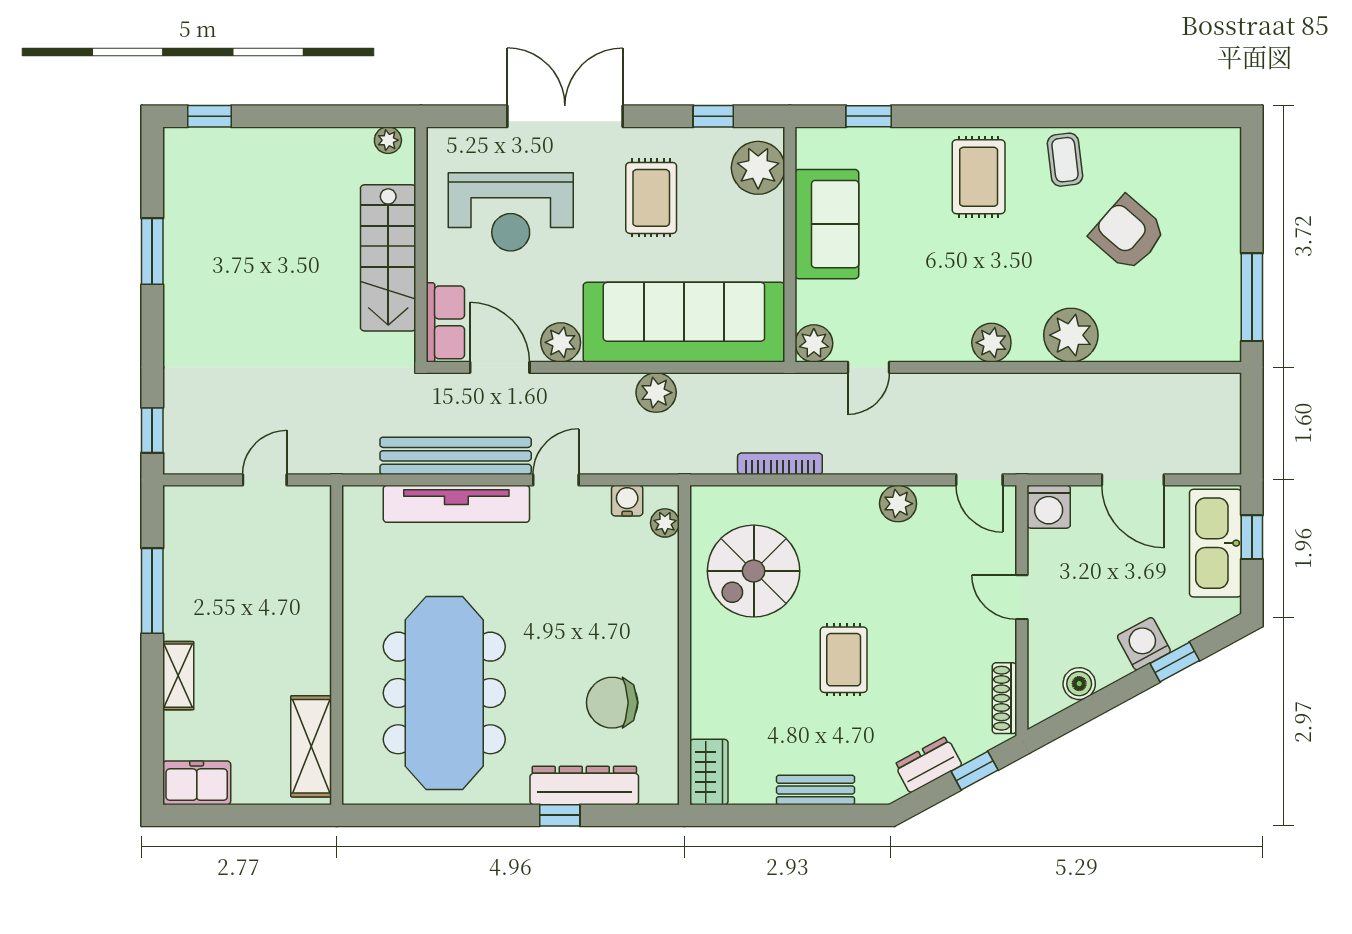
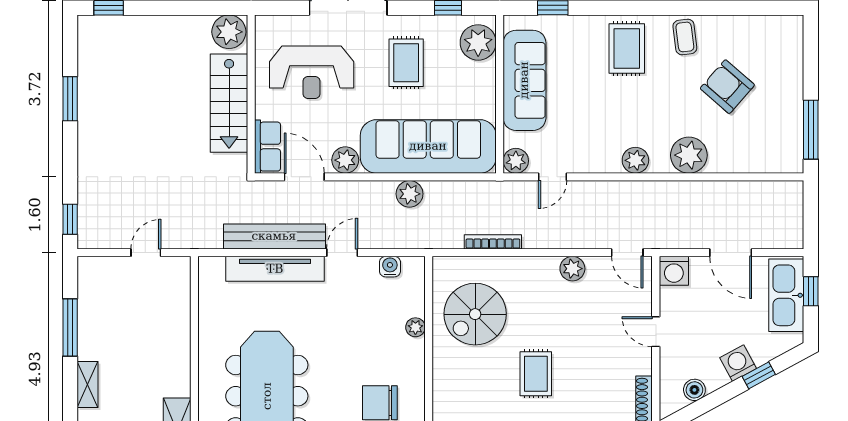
plant: (388, 140) -> (229, 32), width x1.88, depth x1.88
sofa: (827, 224) -> (524, 80), width x1.36
plant: (665, 523) -> (415, 327), moved

